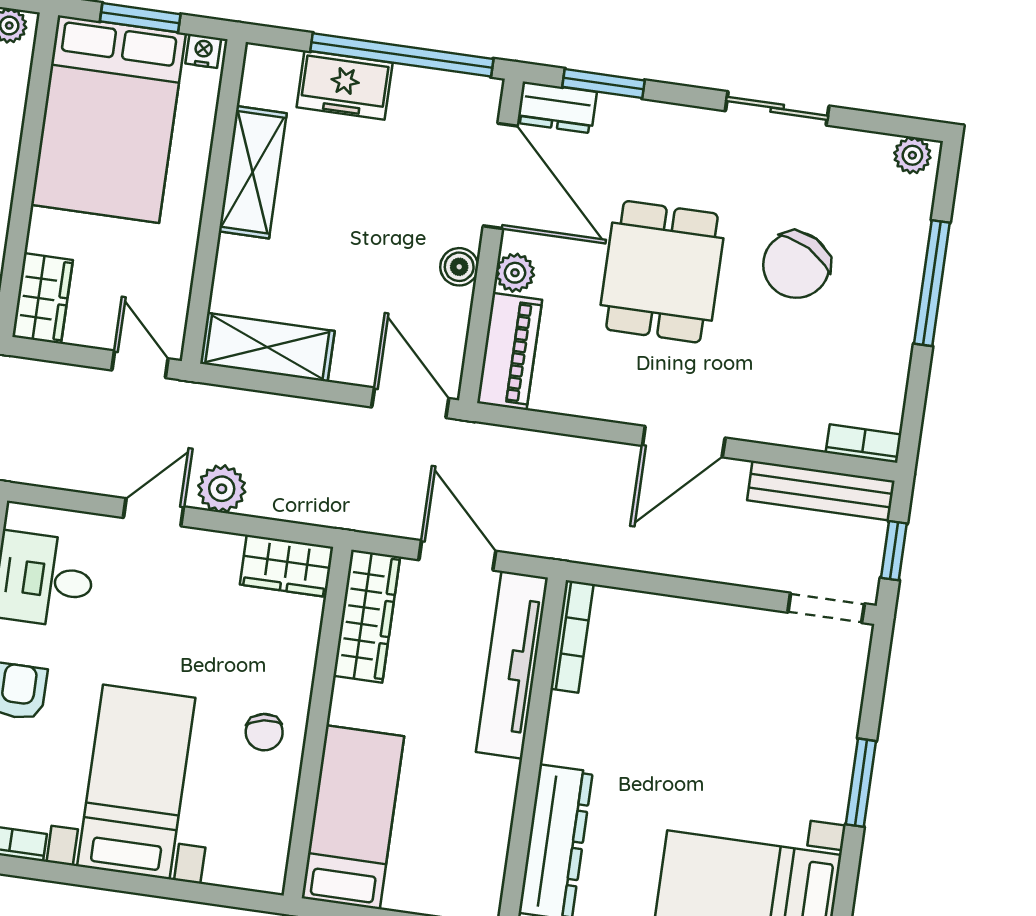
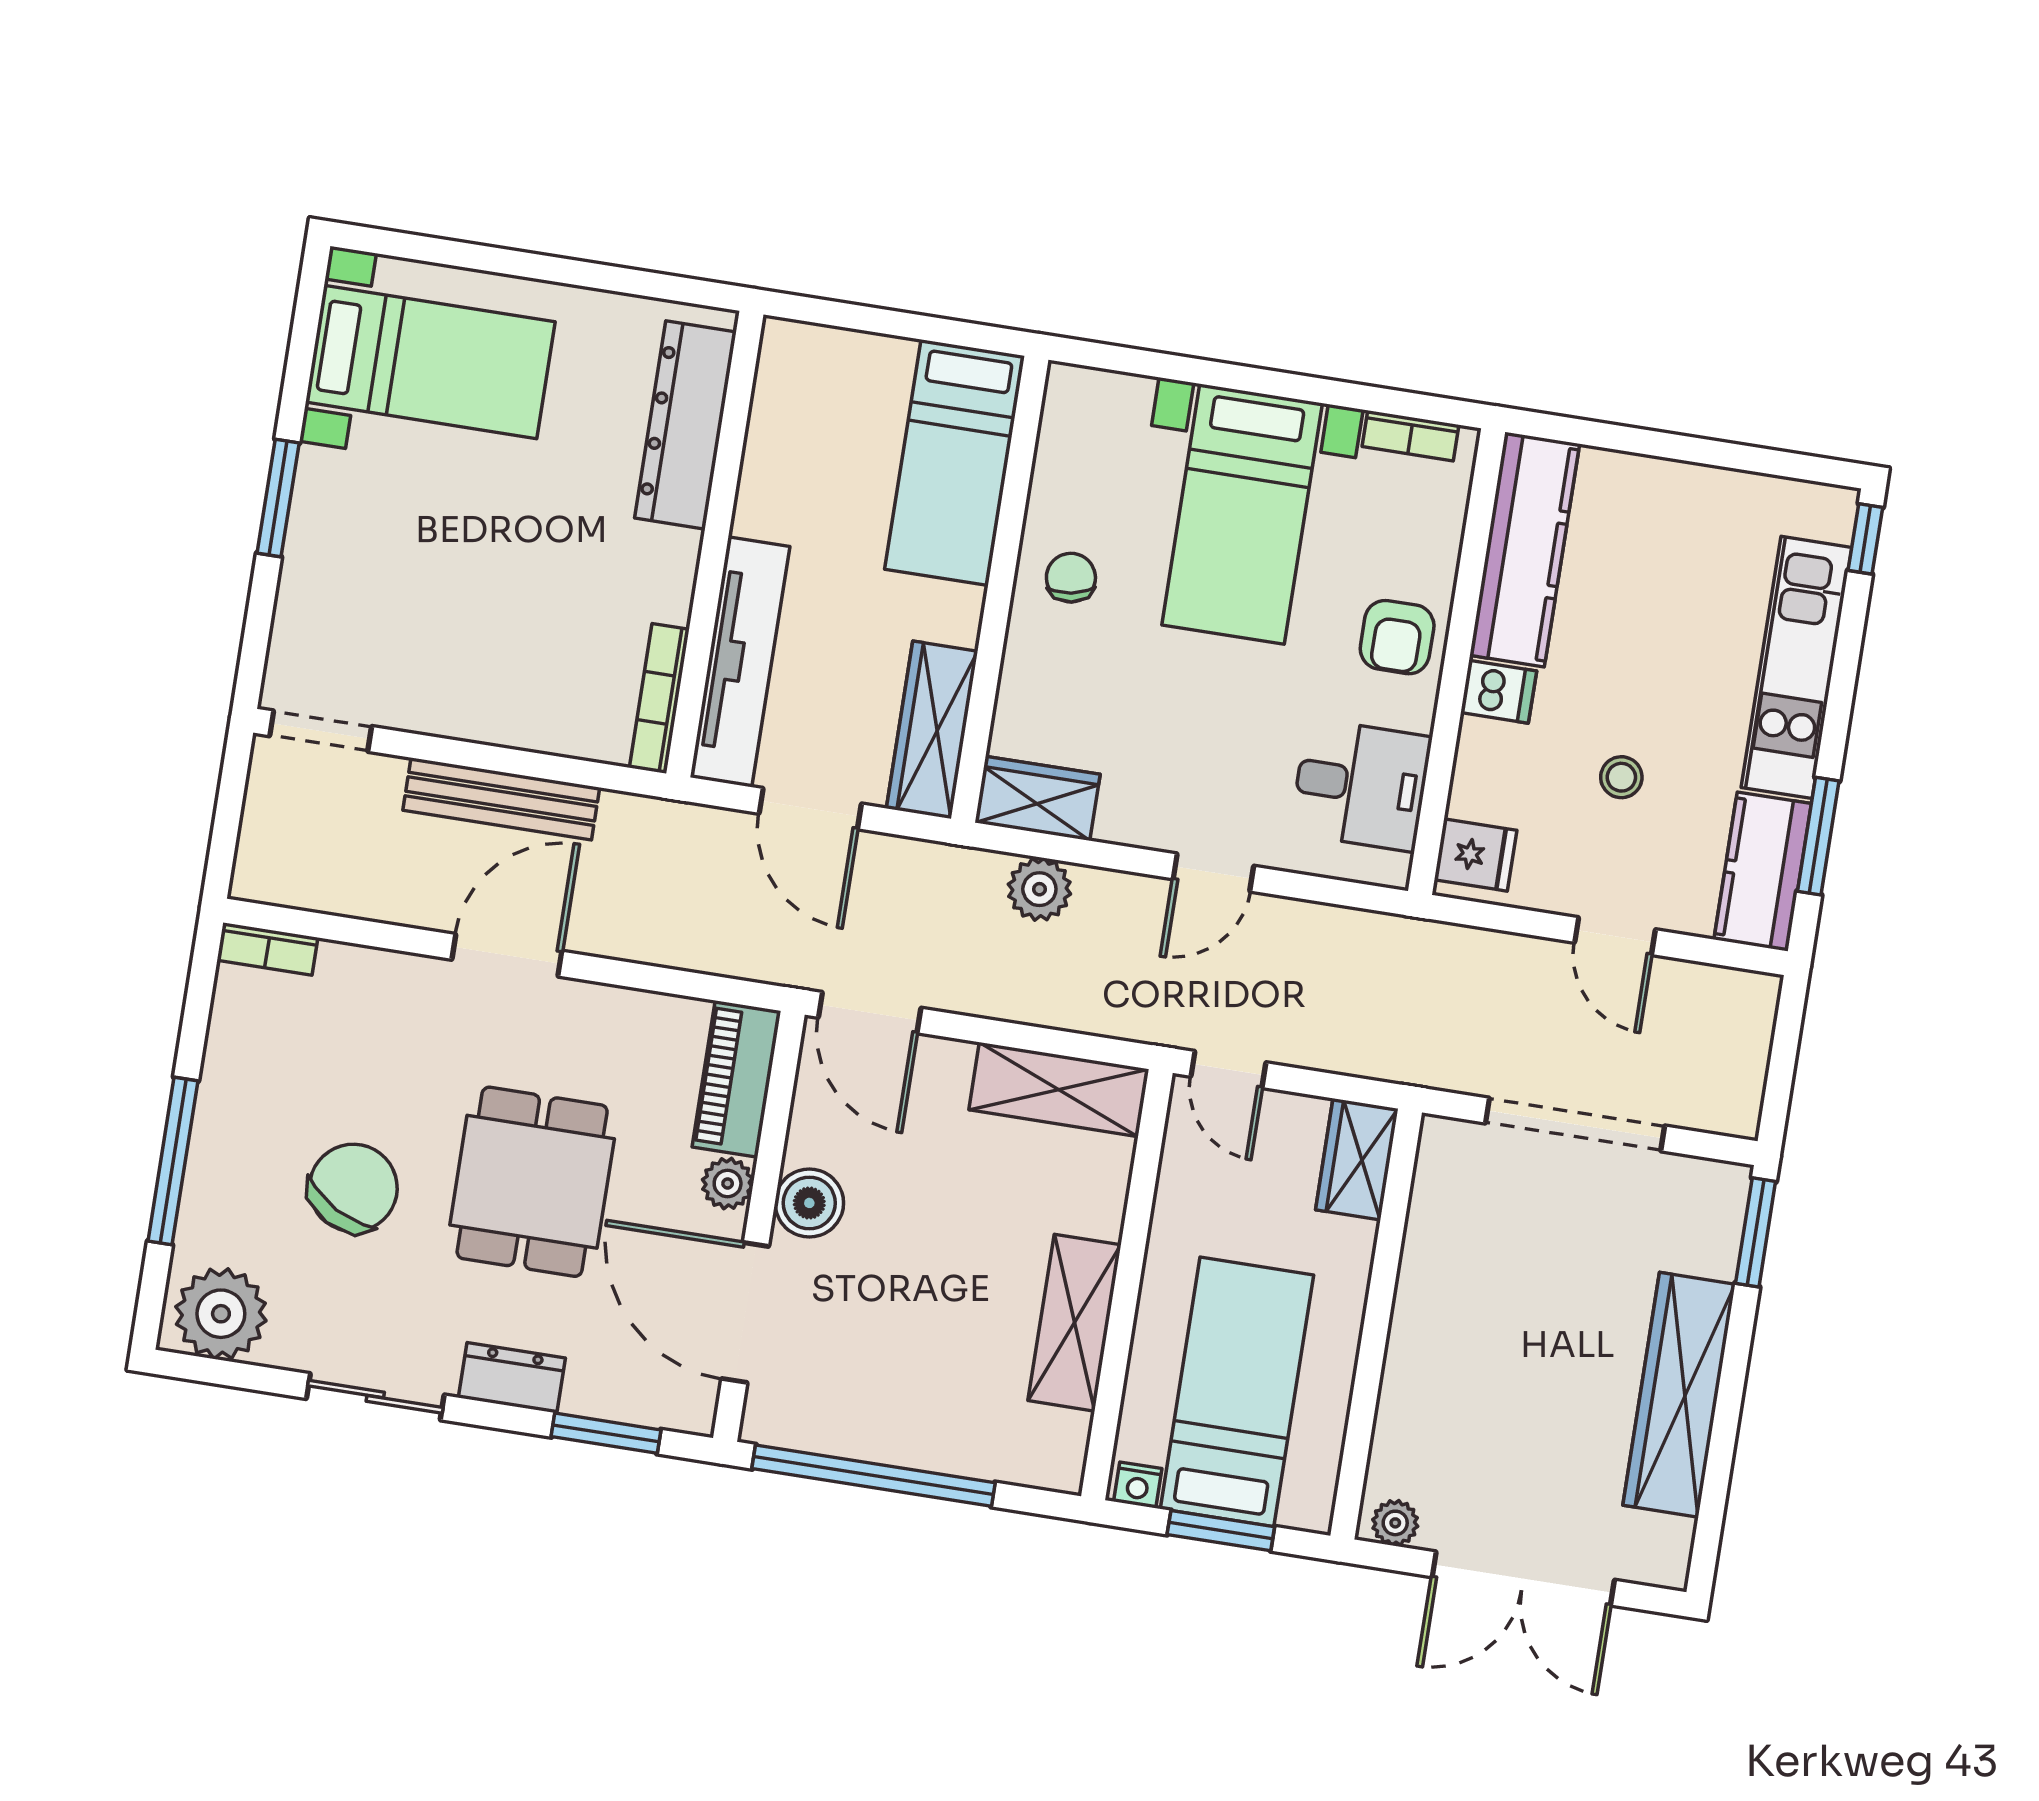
freezer: (345, 85) -> (950, 1437), removed
dresser: (557, 107) -> (512, 1378), moved
bed: (108, 119) -> (1237, 1392), width x0.67
plant: (912, 155) -> (221, 1314), width x1.88, depth x1.88
boiler: (459, 267) -> (809, 1203), width x1.36, depth x1.36
plant: (222, 489) -> (1039, 889), moved
bench: (821, 491) -> (501, 799), moved
window: (894, 551) -> (229, 806), removed

